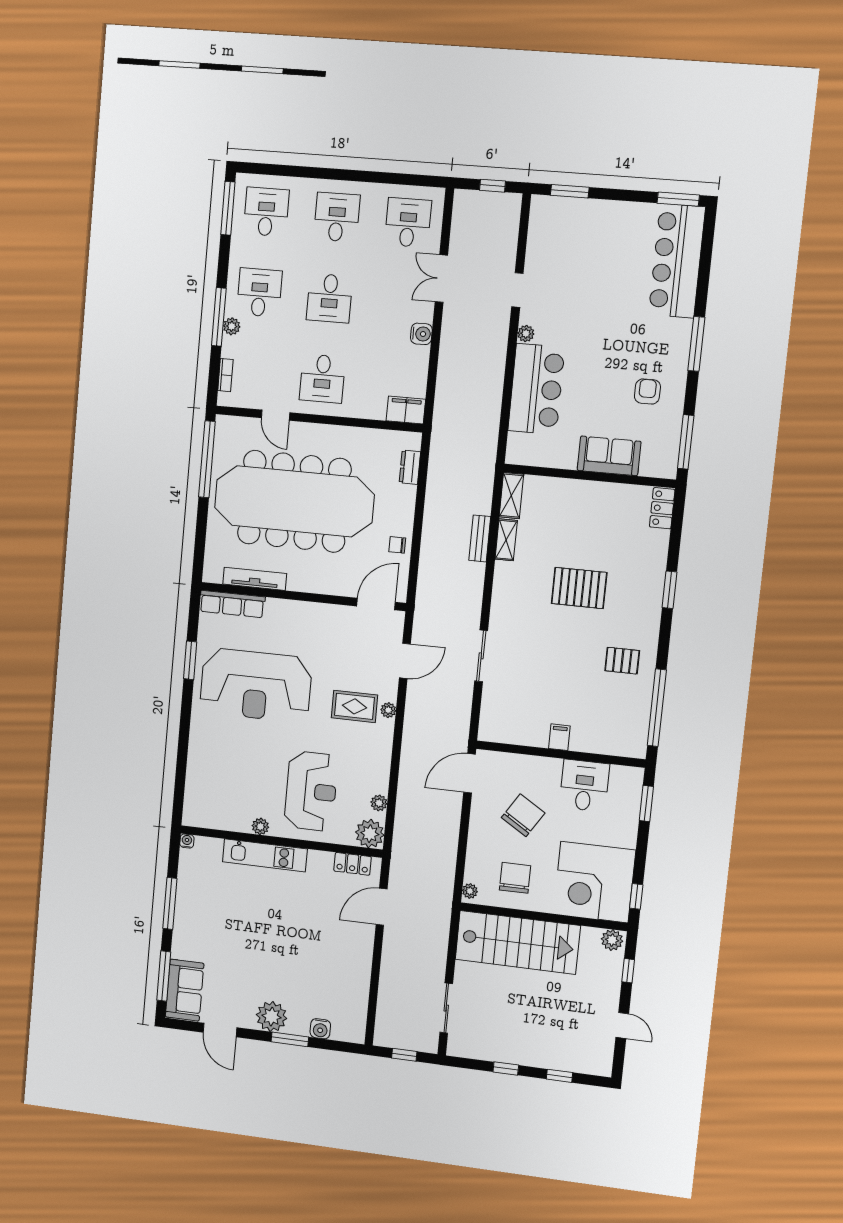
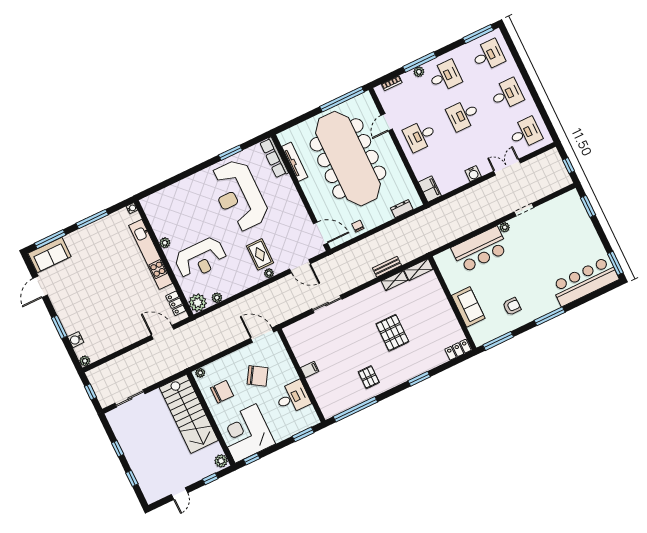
kitchen unit: (265, 855) -> (151, 254), width x1.36
plant: (272, 1017) -> (85, 361), moved, width x0.53, depth x0.53

